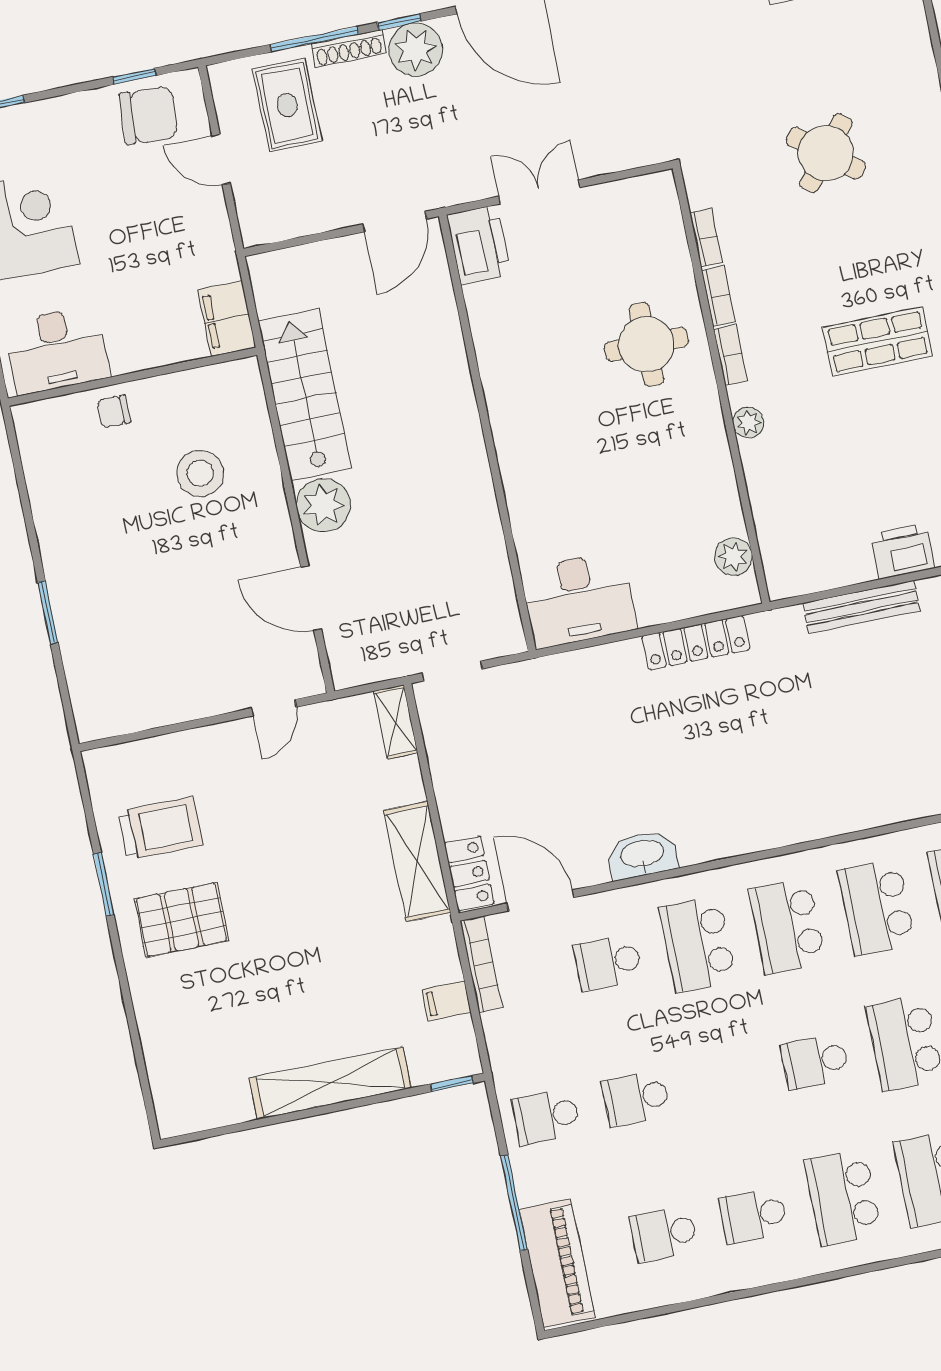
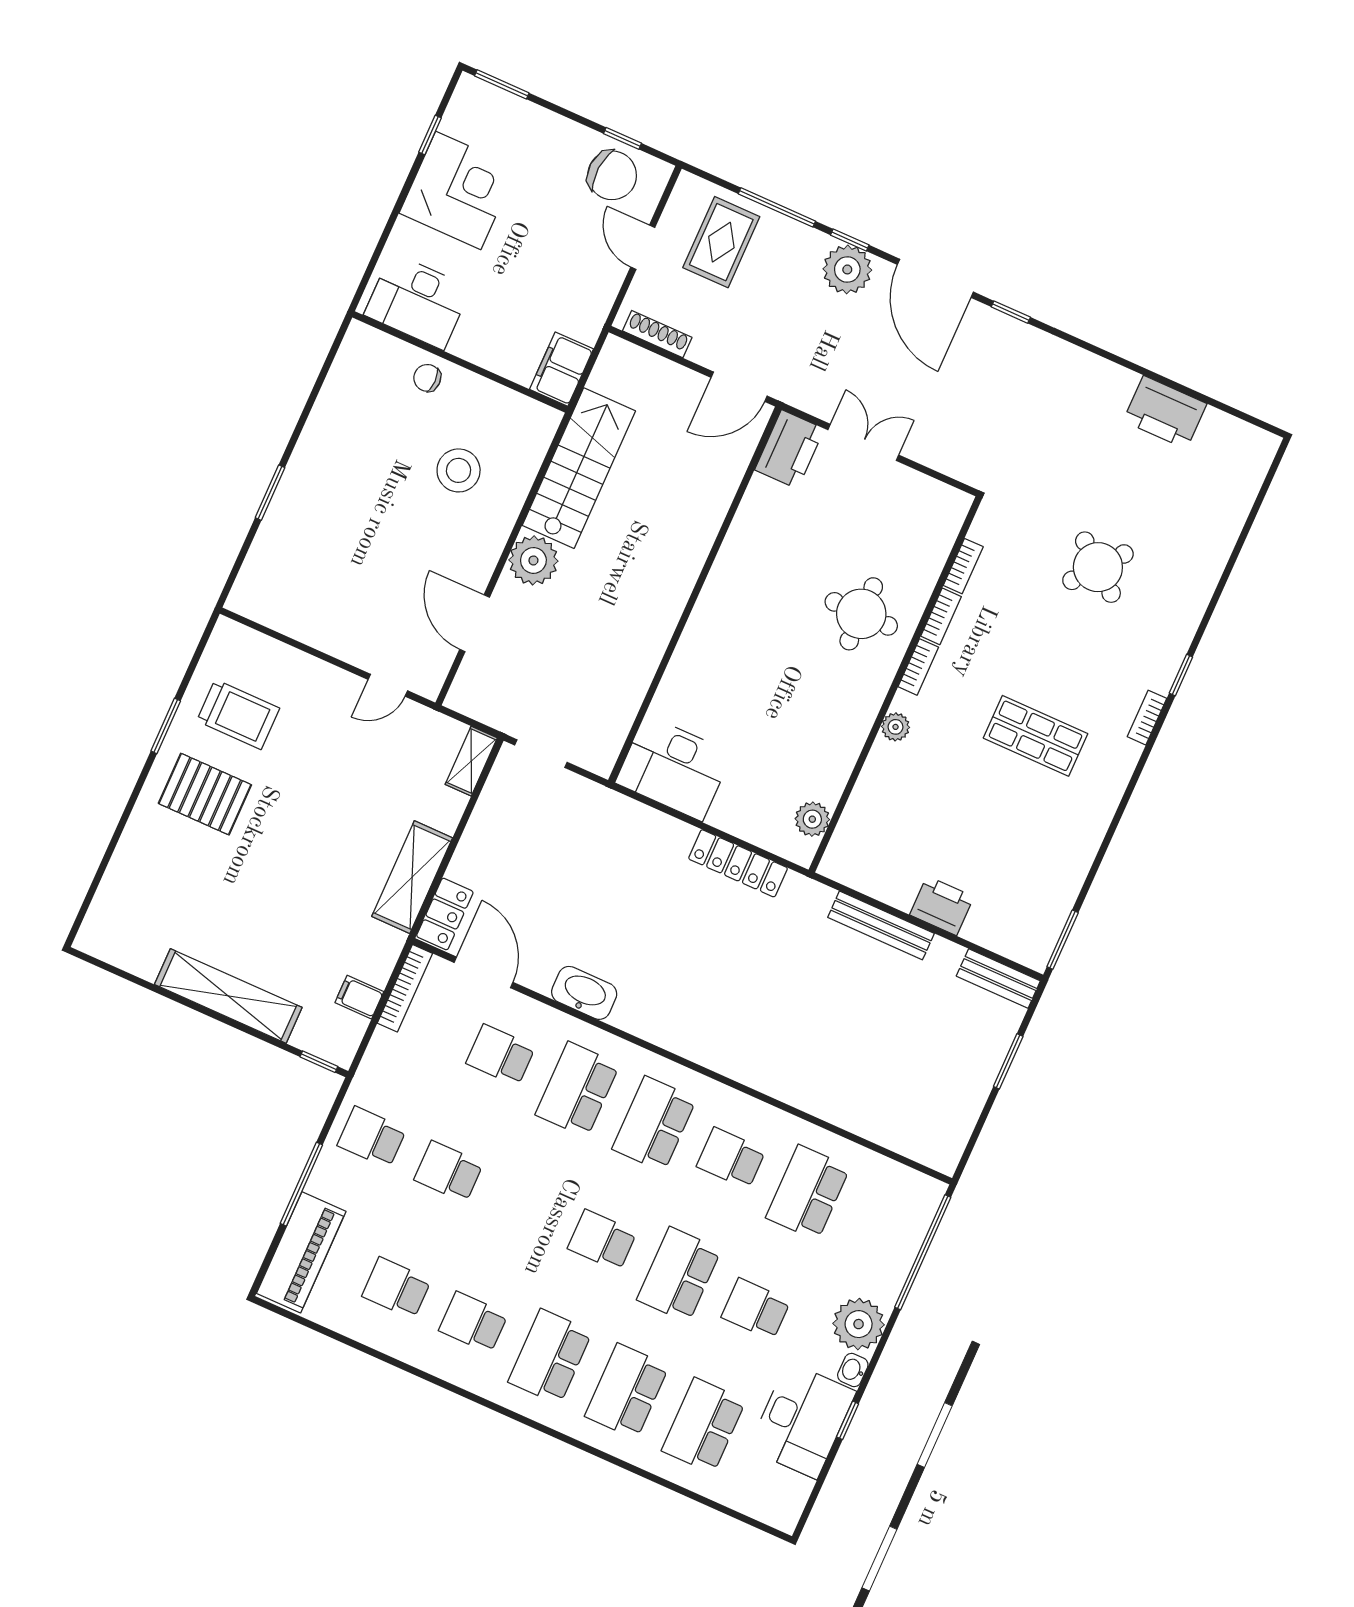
shoe rack: (349, 49) -> (657, 334), moved, turned 180
school desk: (877, 907) -> (731, 1158), width x0.54

